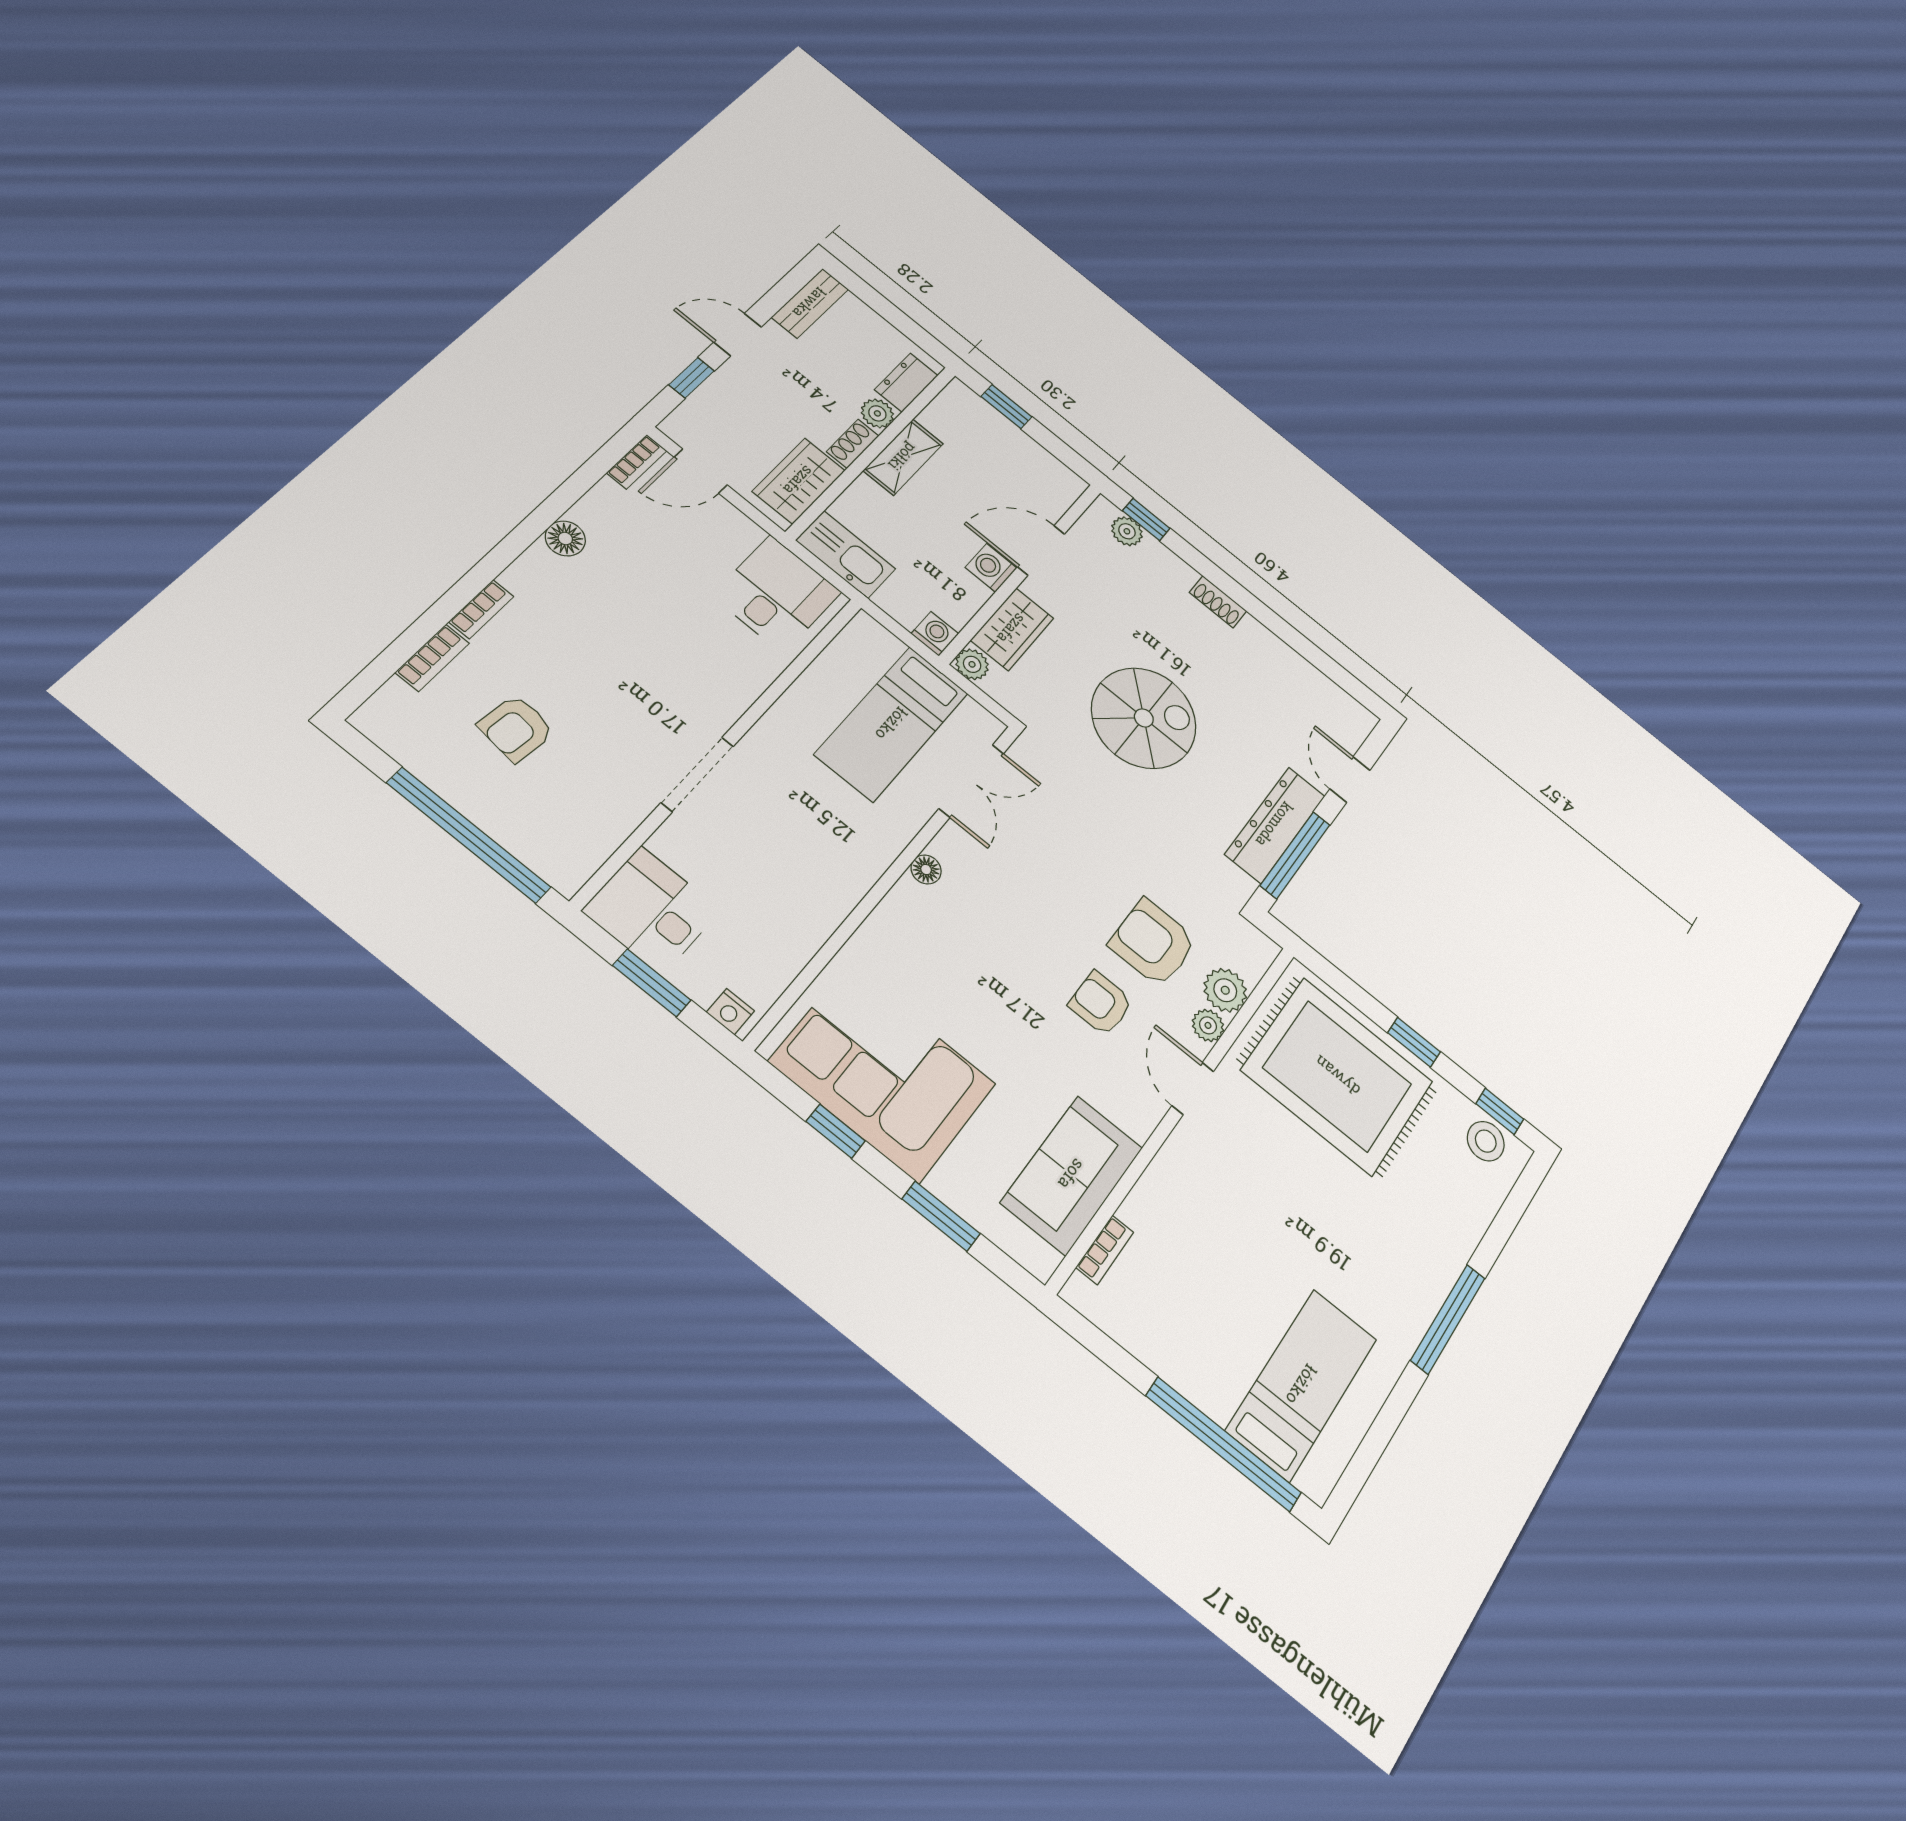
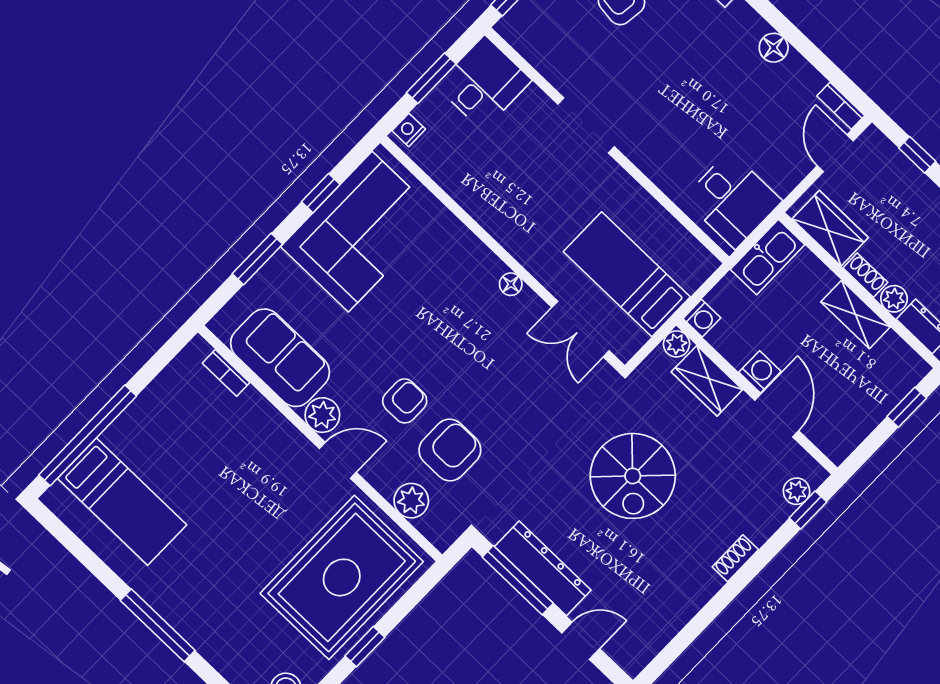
plant: (1208, 1025) -> (322, 415), moved, width x1.38, depth x1.38

